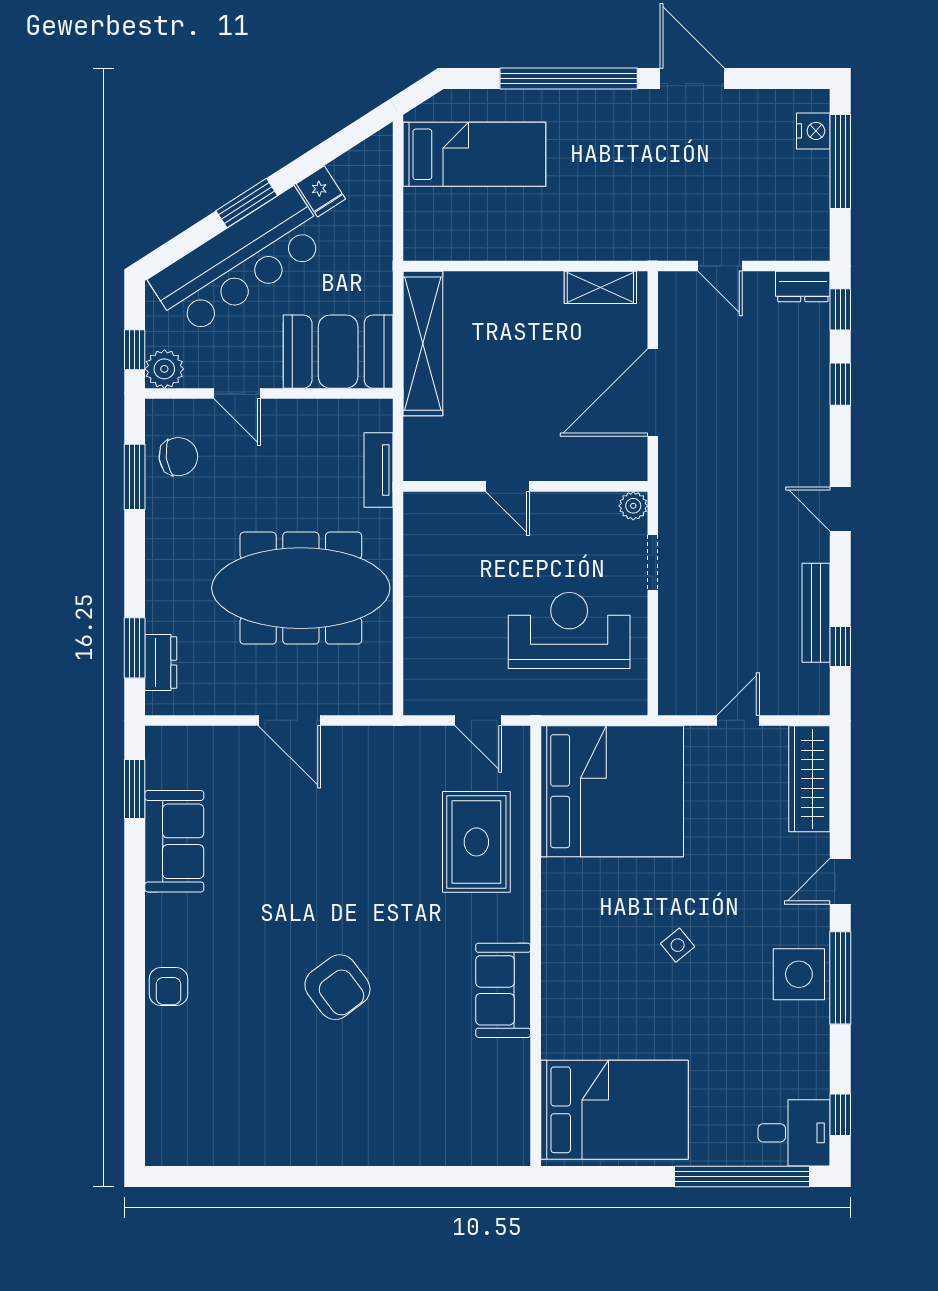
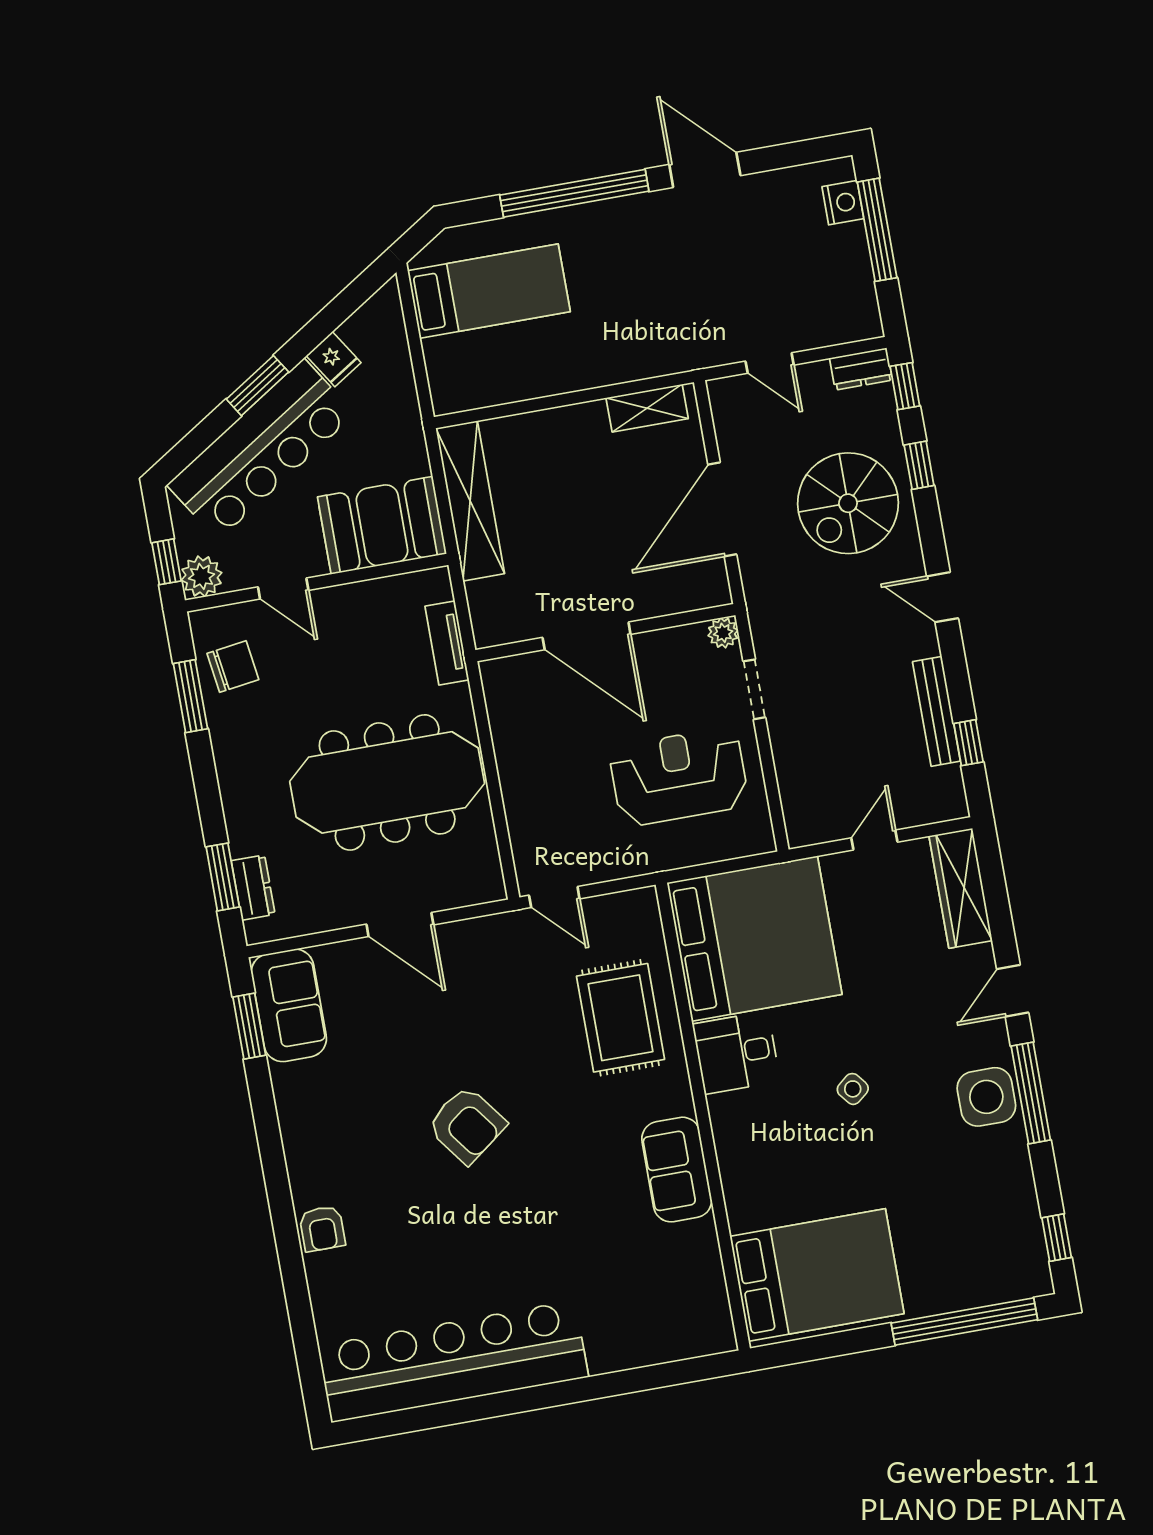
spiral stairs: (769, 407) -> (848, 503), added
door: (508, 486) -> (587, 636), width x1.87
door: (478, 720) -> (554, 897), moved
sofa: (174, 841) -> (289, 1005), moved
armchair: (337, 987) -> (467, 1125), moved
bar counter: (267, 1130) -> (453, 1362), added
desk: (794, 1133) -> (736, 1053), moved, turned 180

